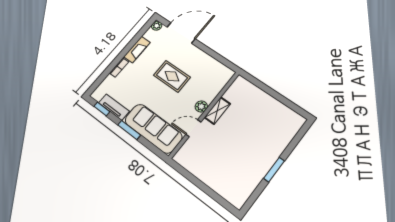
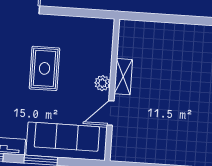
rug: (172, 76) -> (44, 68), turned 90

